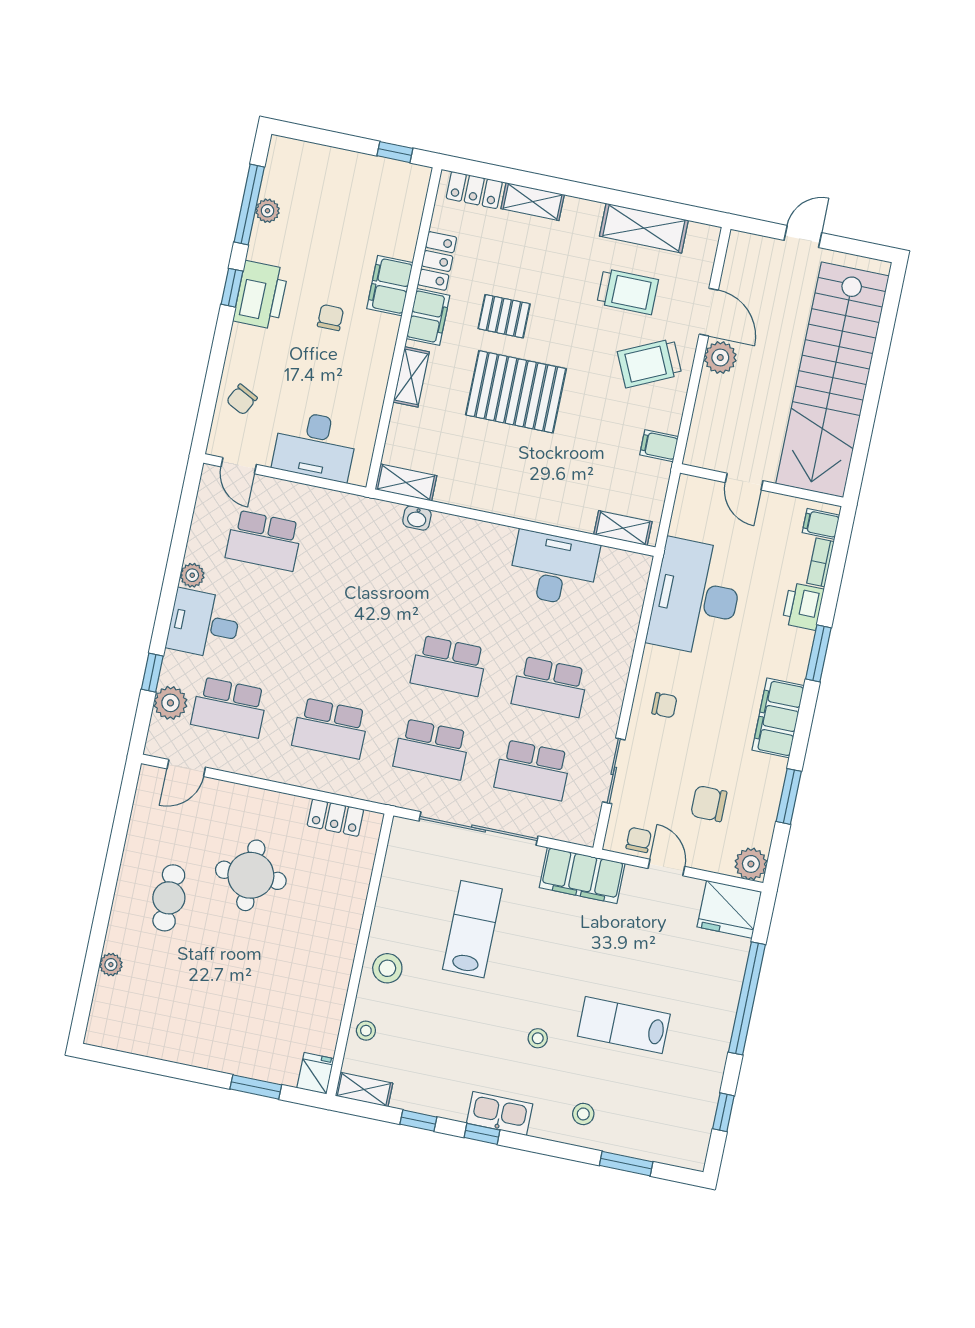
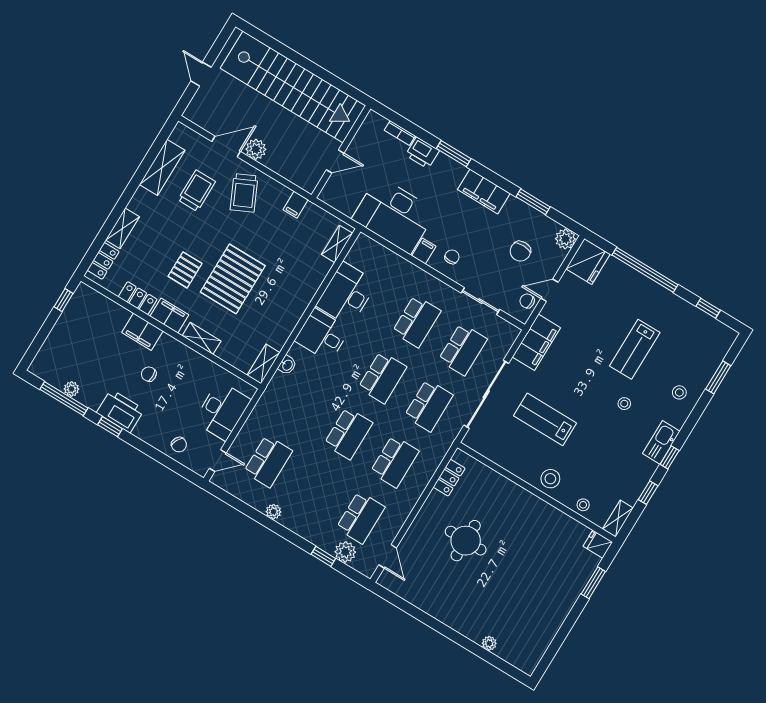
filing cabinet: (821, 524) -> (424, 251), moved, turned 180
desk: (204, 624) -> (322, 335), moved, turned 90
school desk: (348, 645) -> (348, 433), added
cafe table: (169, 898) -> (462, 594), removed

